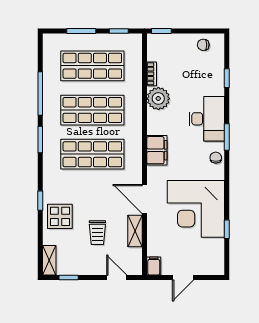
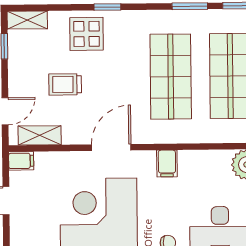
filing cabinet: (157, 150) -> (167, 163), width x0.50
shelving: (135, 231) -> (40, 135), moved

